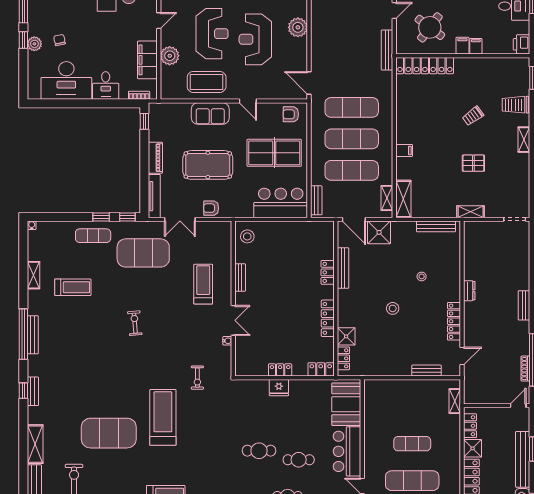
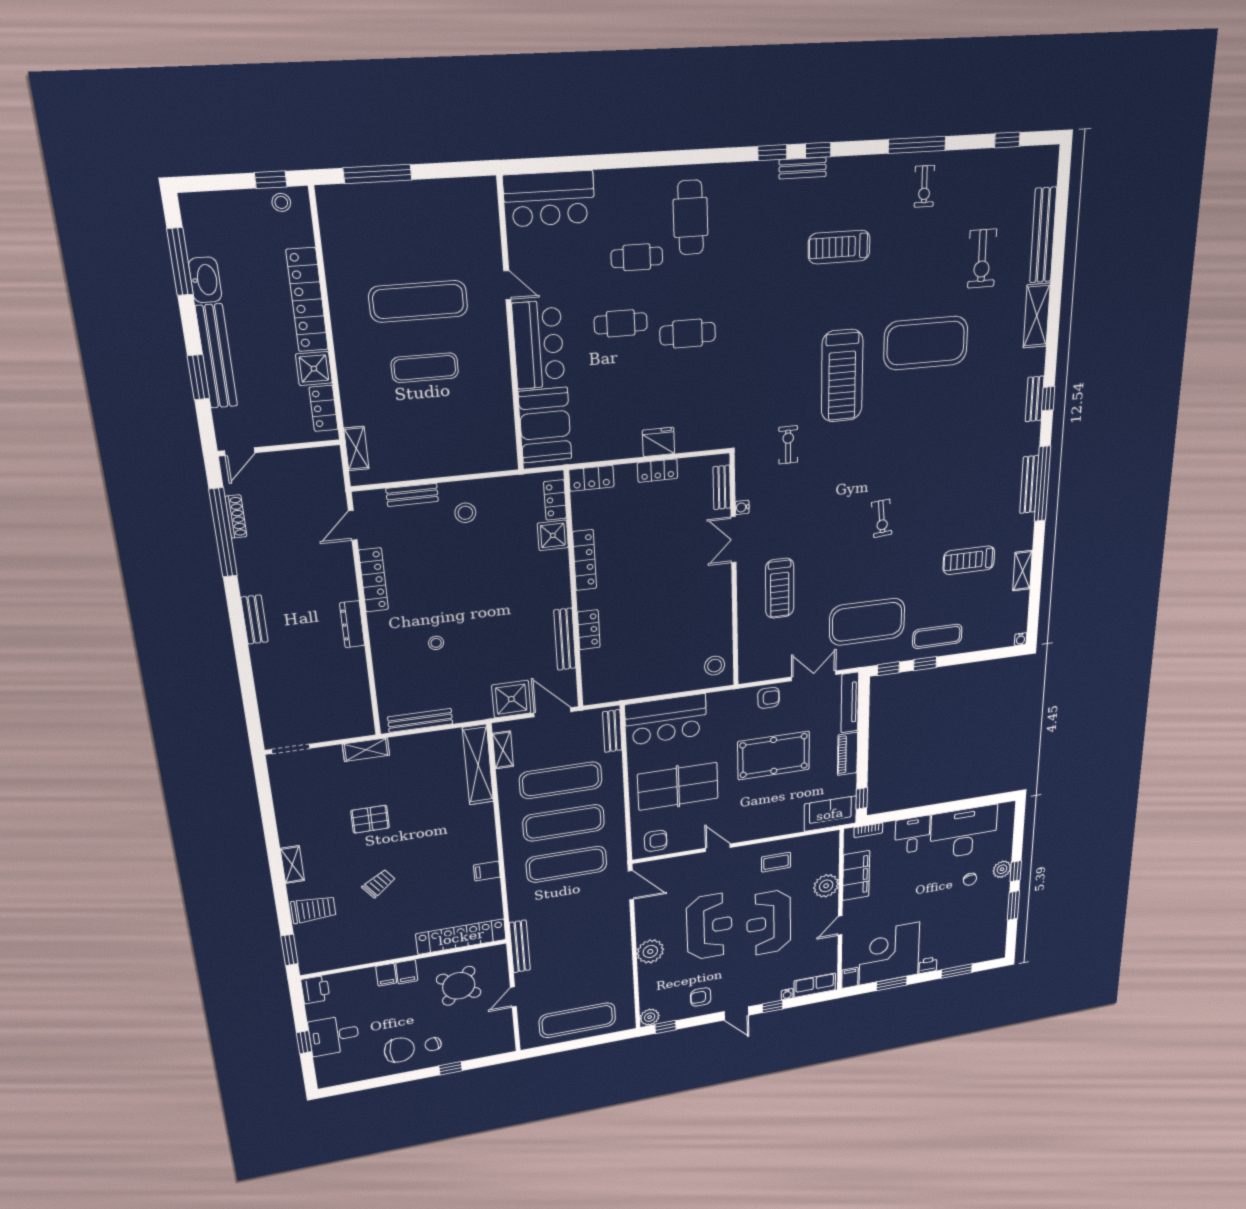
coffee table: (207, 82) -> (776, 862), width x0.54, depth x0.58
sofa: (210, 113) -> (830, 814), moved
filing cabinet: (404, 150) -> (487, 871), moved
shelving: (403, 199) -> (478, 765), width x1.47
bench: (240, 277) -> (722, 487), moved
dresser: (469, 291) -> (352, 624), width x1.44
stool: (393, 308) -> (465, 513), moved

